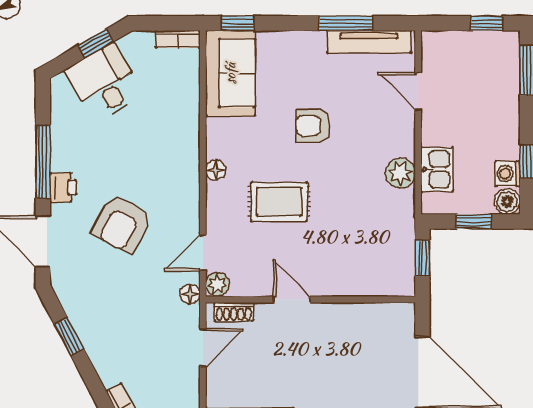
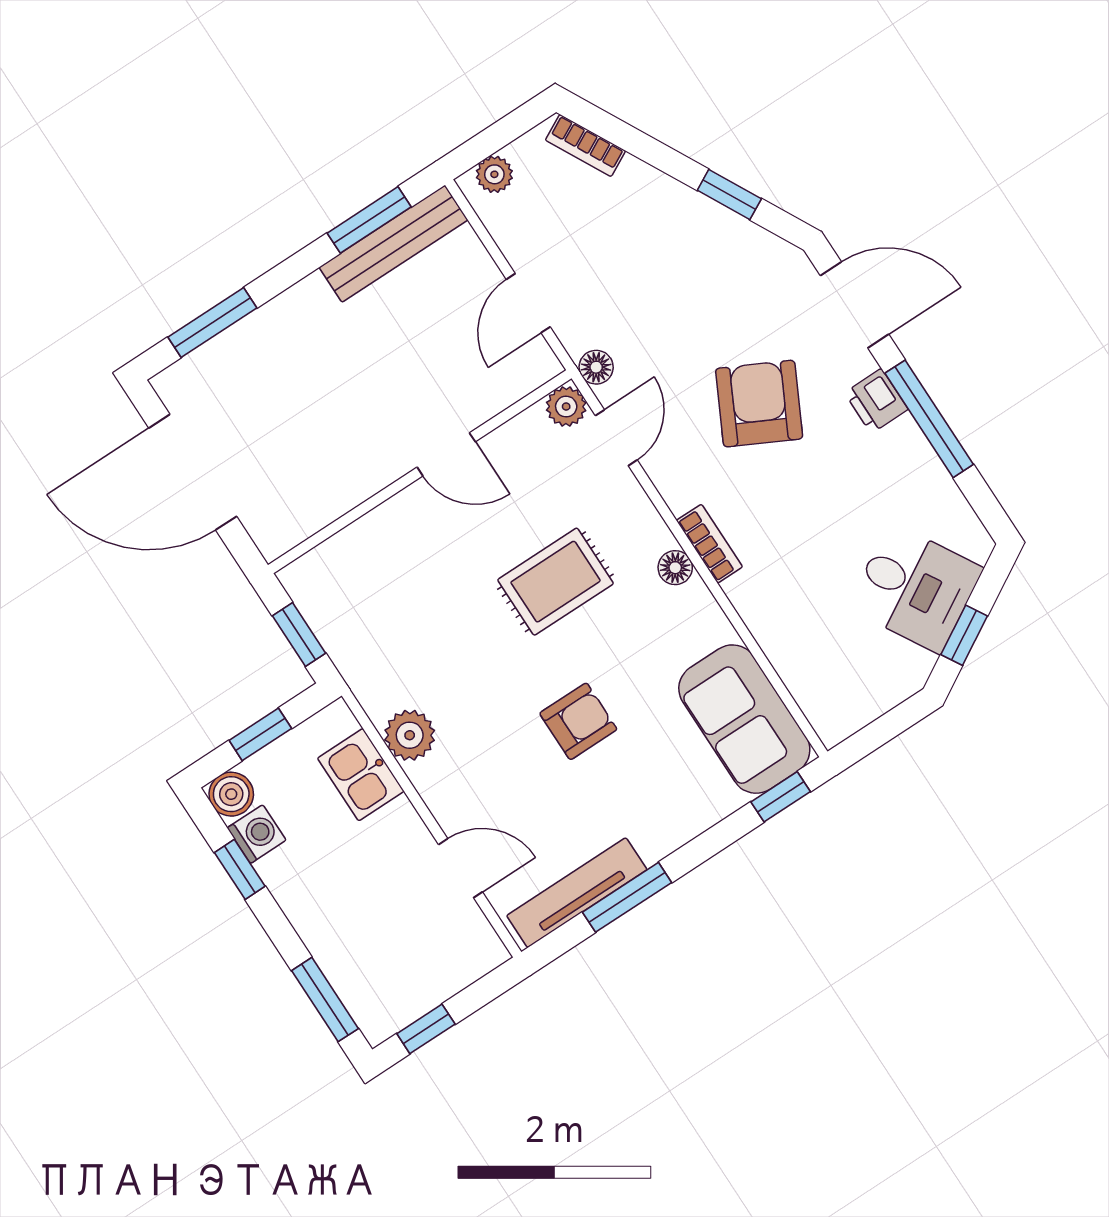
bookcase: (178, 39) -> (709, 544), moved, turned 90
shoe rack: (234, 312) -> (518, 383), removed

